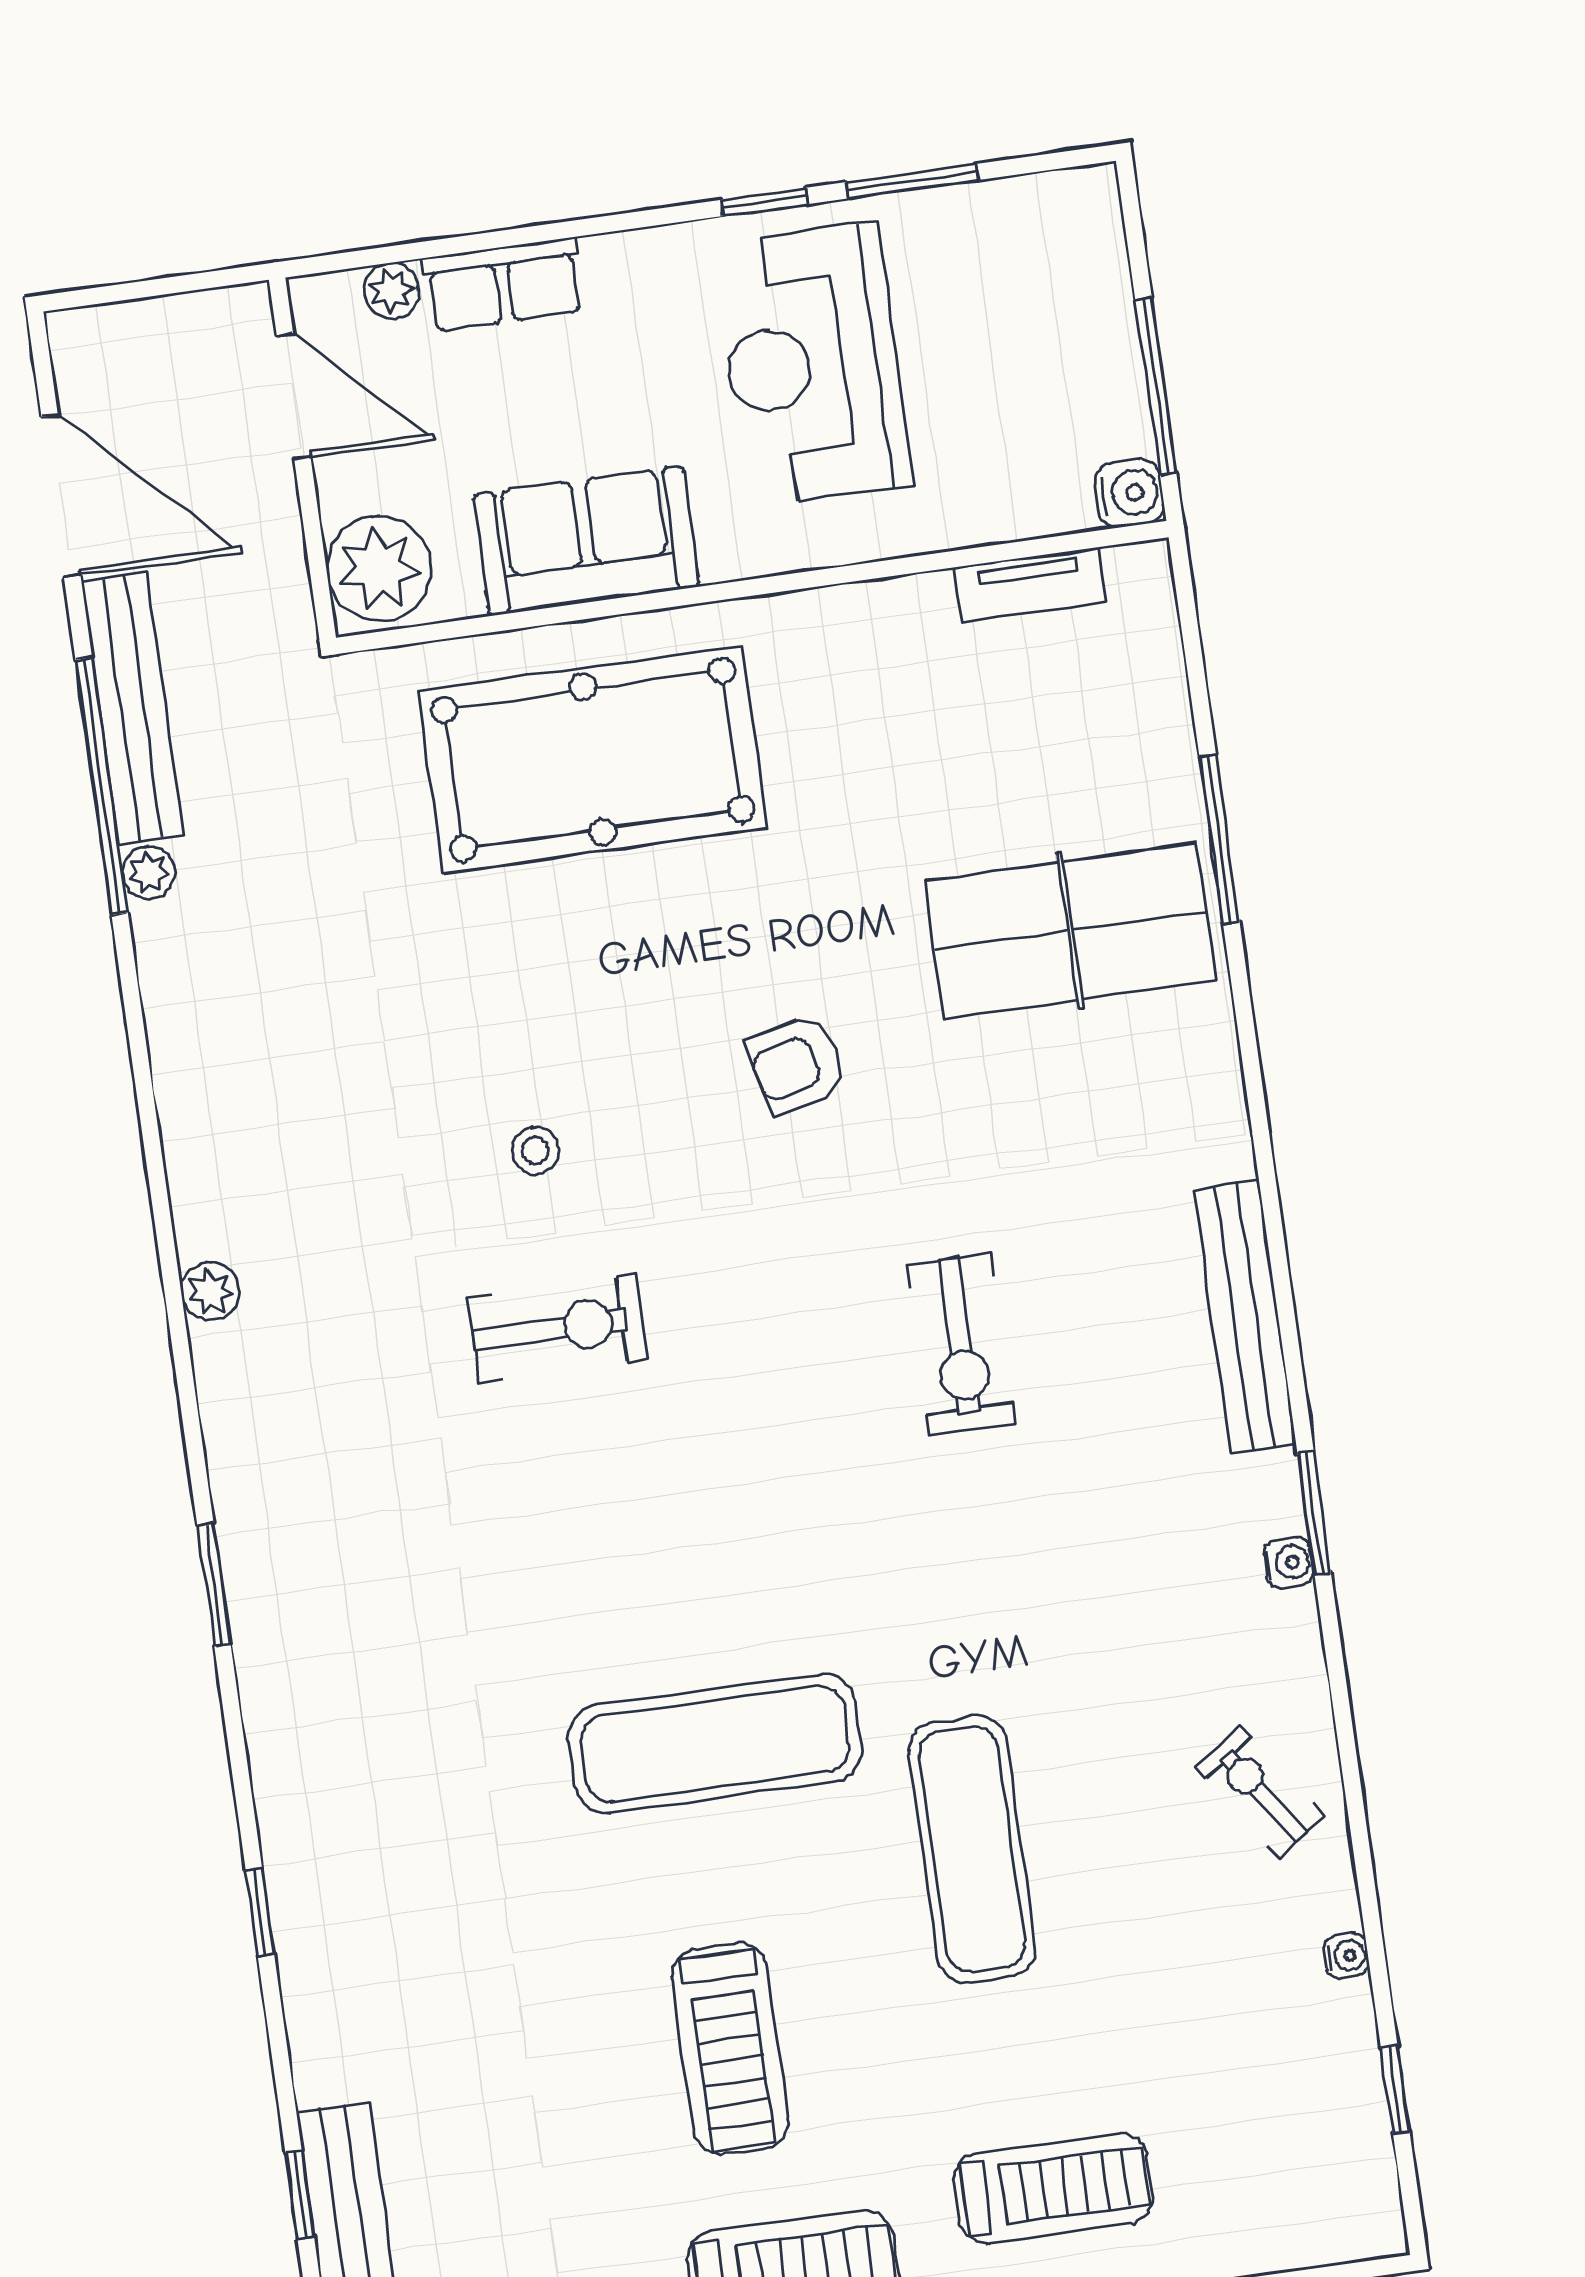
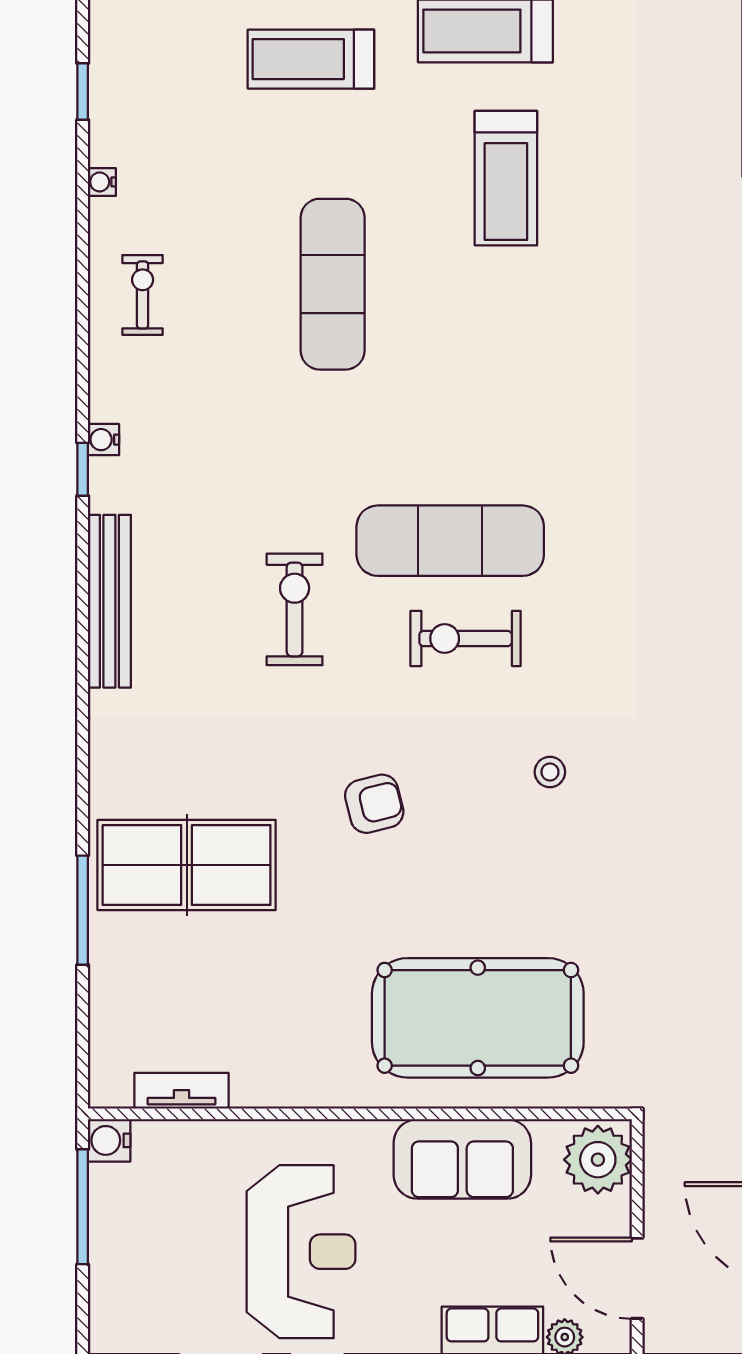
exercise bike: (558, 1328) -> (466, 639), moved
window: (1314, 1513) -> (83, 469), width x0.67
exercise mat: (715, 1744) -> (450, 541), moved
exercise bike: (1260, 1792) -> (143, 295), turned -145
treadmill: (730, 2048) -> (506, 178), turned 180

